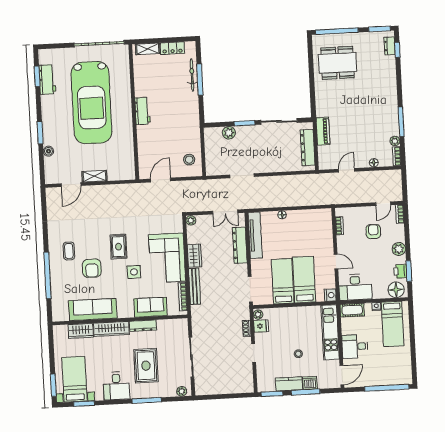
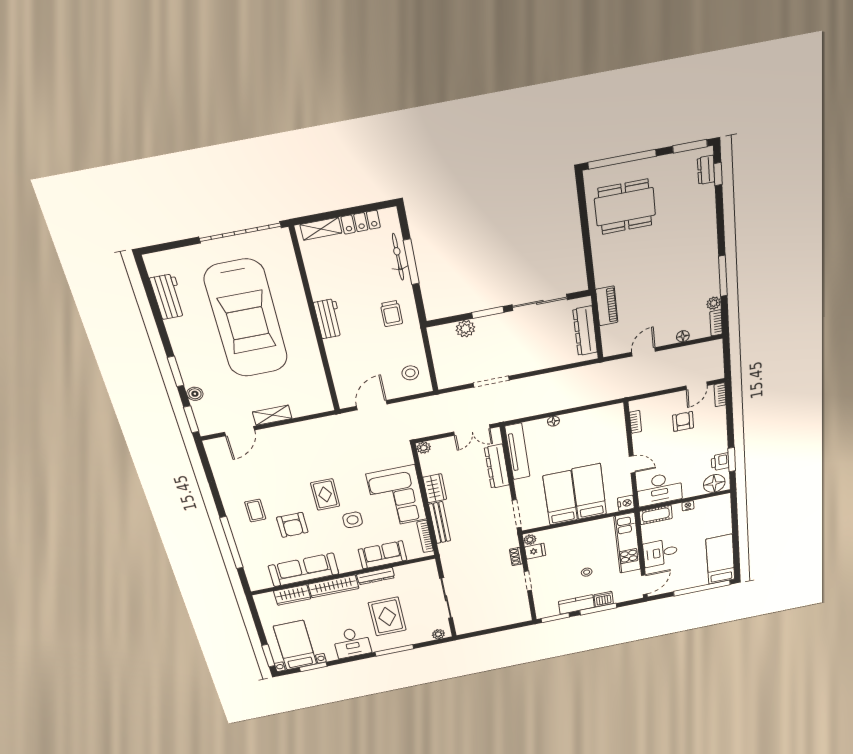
window: (37, 76) -> (191, 419), moved
trolley: (183, 114) -> (391, 314), added
plant: (399, 249) -> (718, 437), removed
bed: (393, 324) -> (720, 559), moved, turned 180

